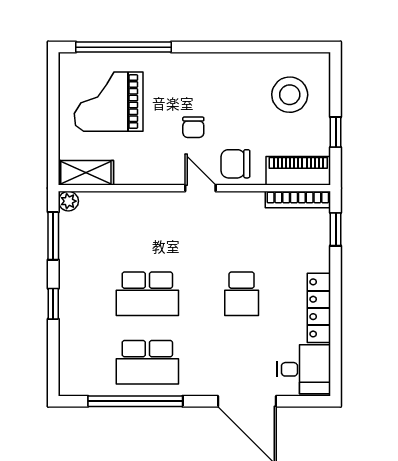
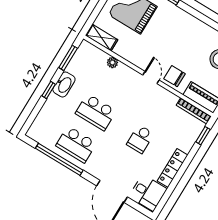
chair: (193, 127) -> (165, 47), removed
plant: (68, 201) -> (112, 63), moved
washbasin: (72, 281) -> (64, 84), added

